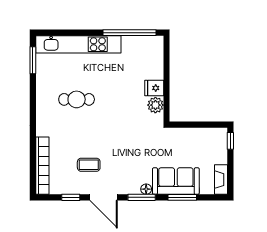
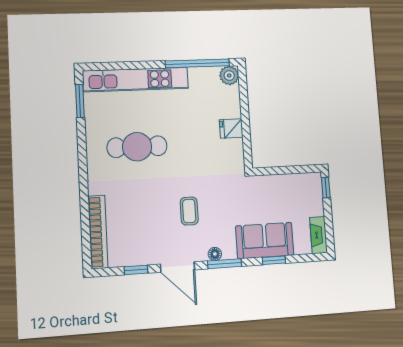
cafe table: (77, 99) -> (137, 147), width x1.37, depth x1.35
plant: (155, 105) -> (229, 75), moved
coffee table: (89, 165) -> (189, 211), moved, turned 90
floor lamp: (146, 189) -> (215, 254), moved
window: (182, 197) -> (274, 260), width x0.67

